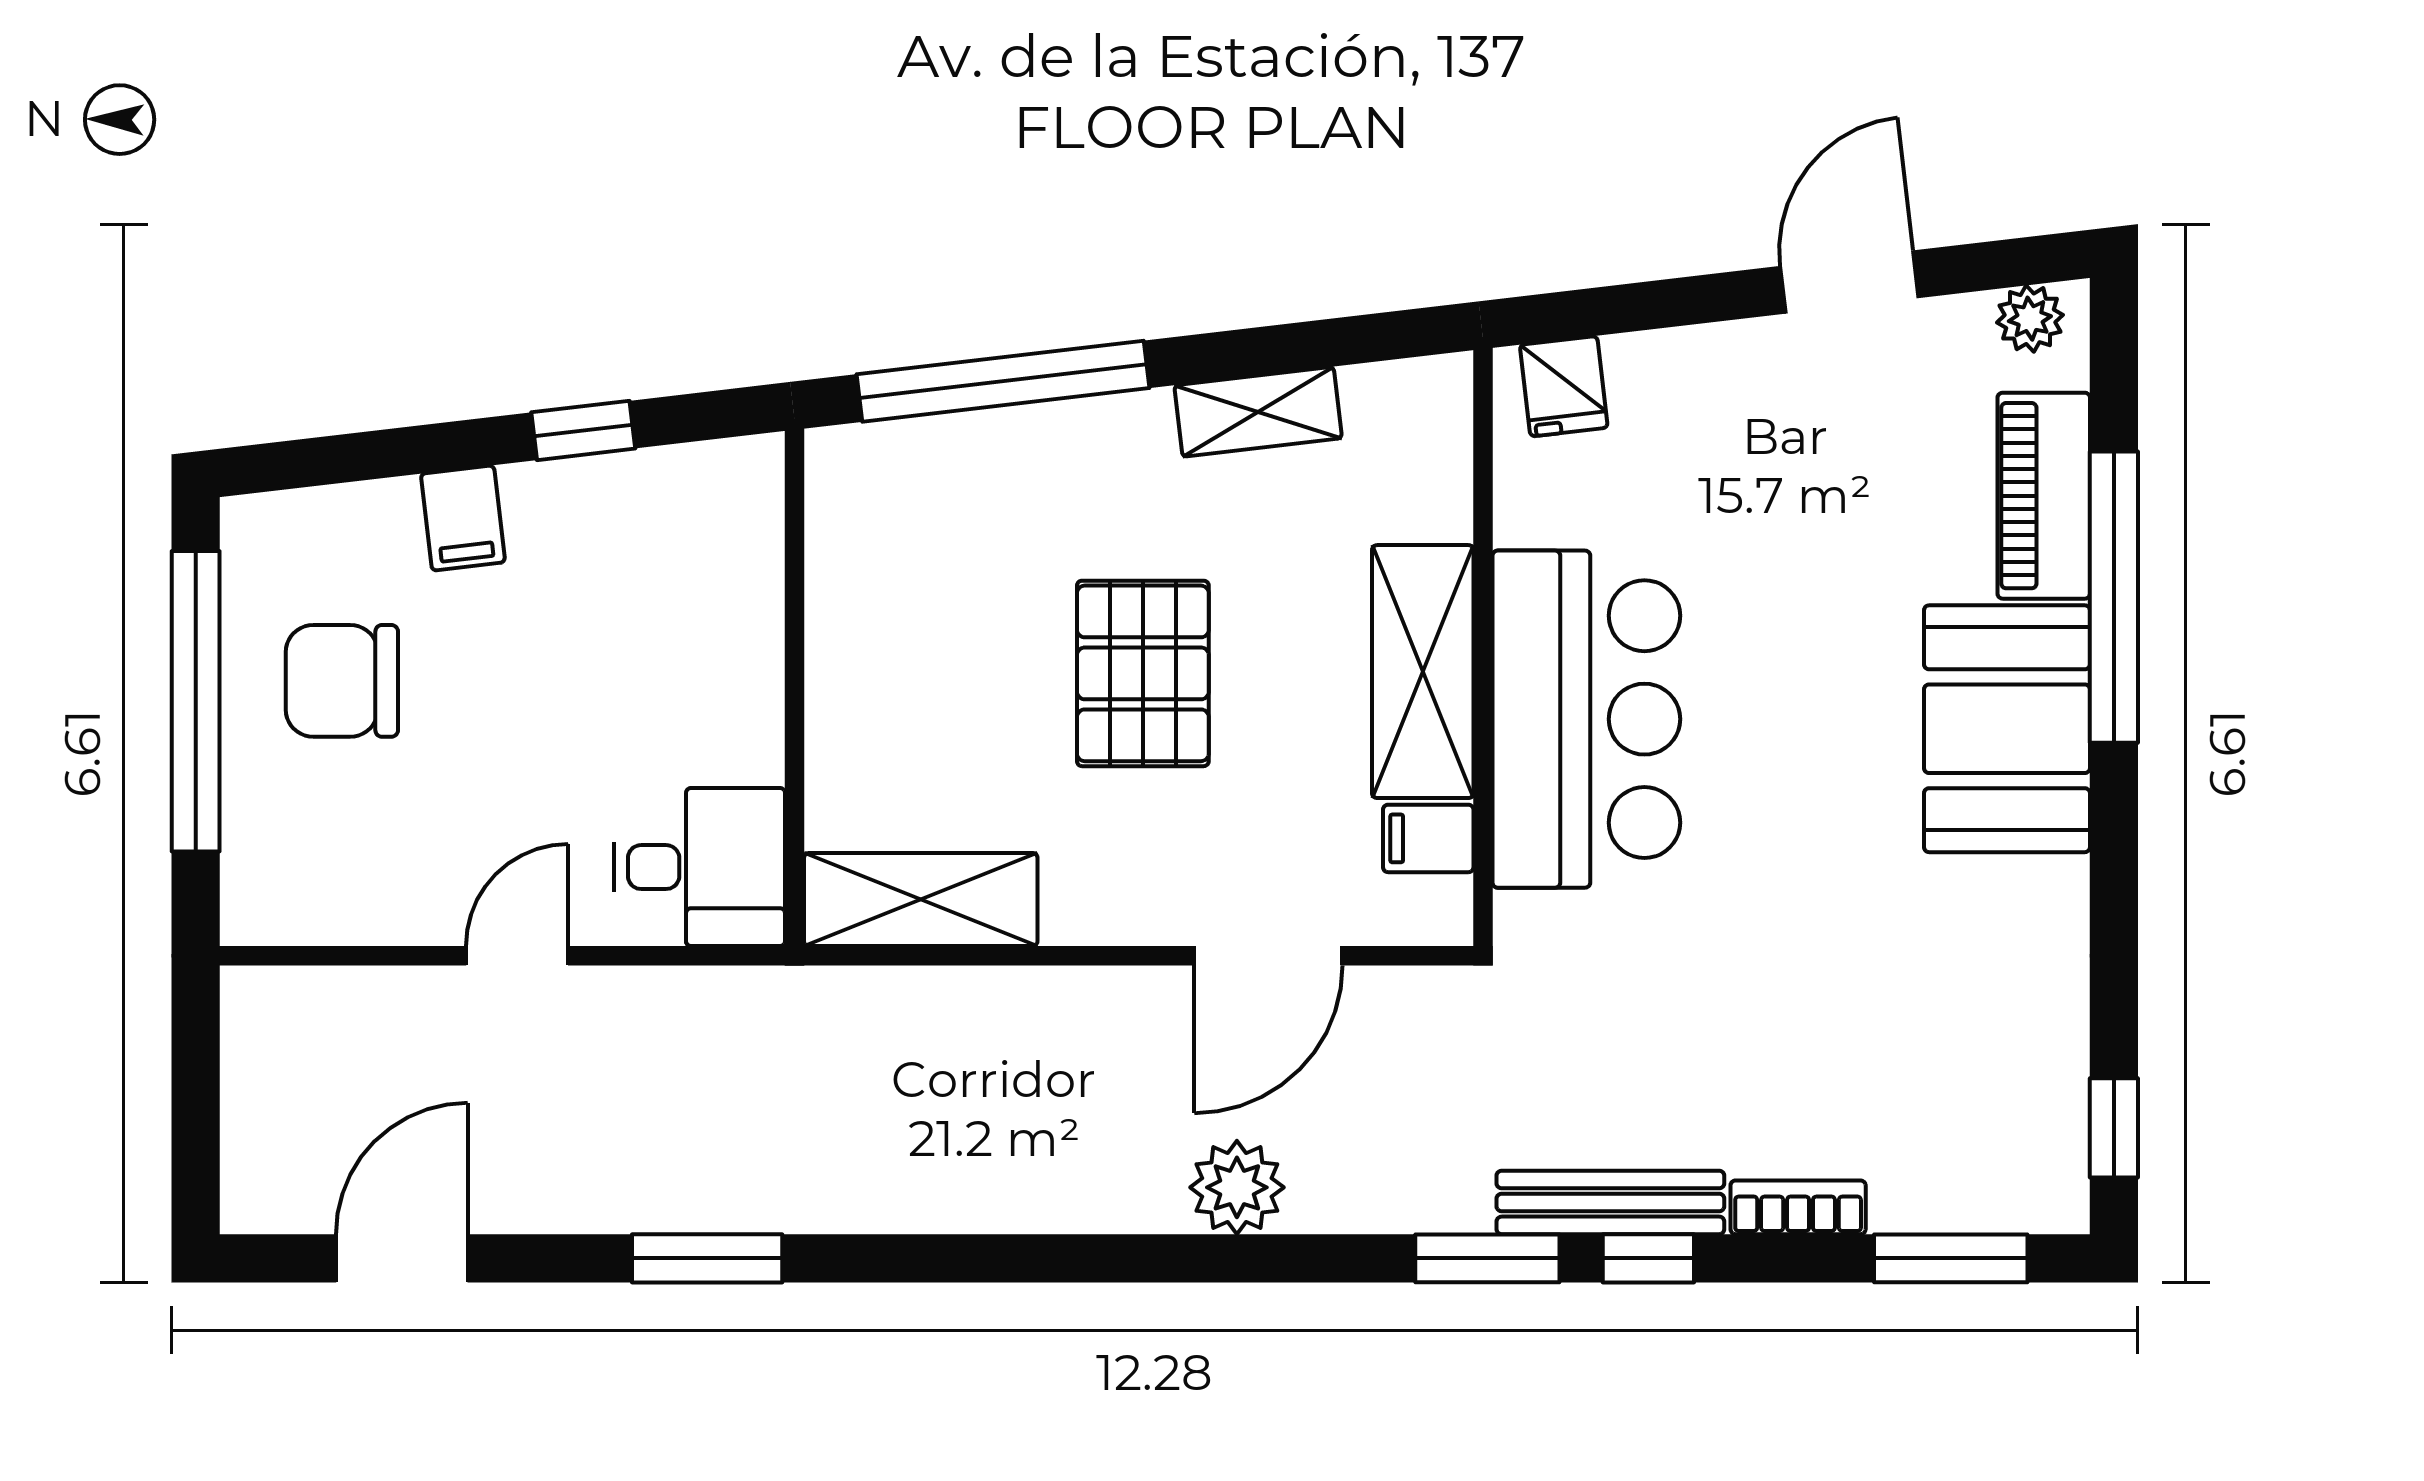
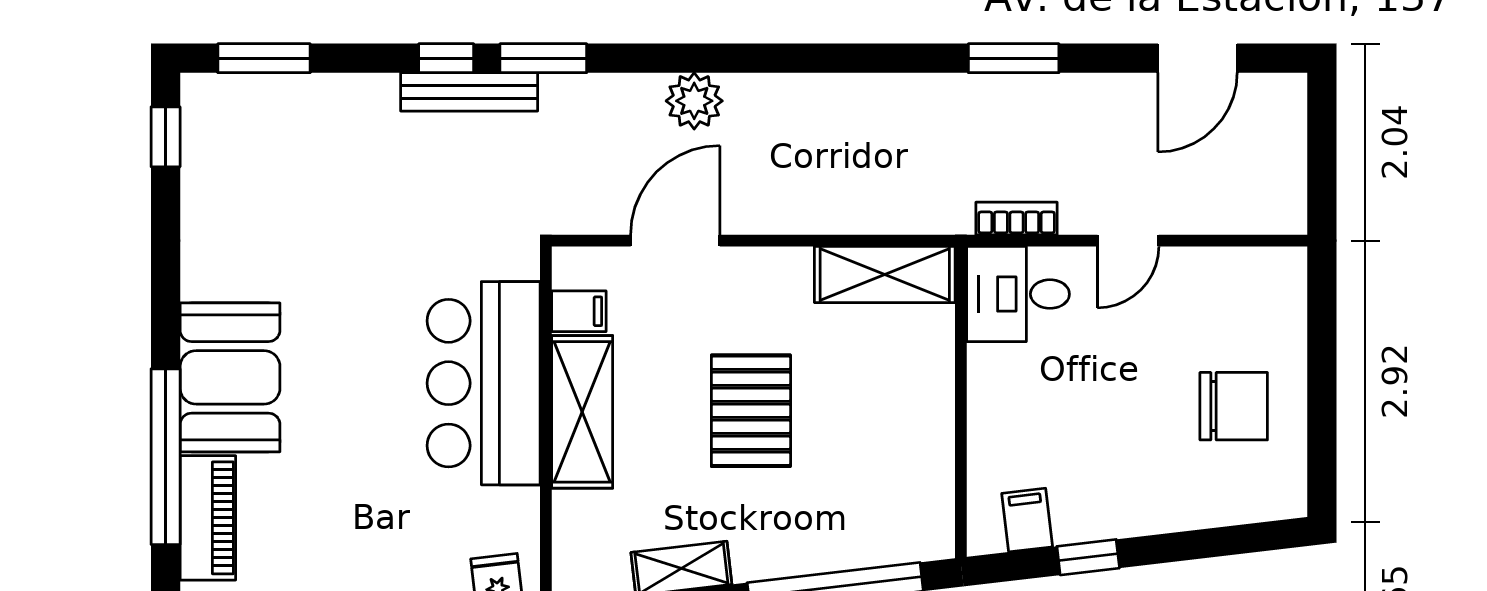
filing cabinet: (463, 518) -> (1027, 520), moved
window: (196, 701) -> (1322, 394), removed
bookcase: (1798, 1207) -> (1017, 219), moved, turned 180

